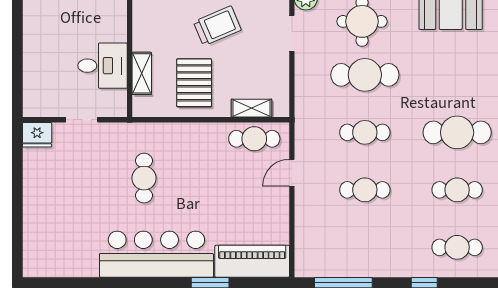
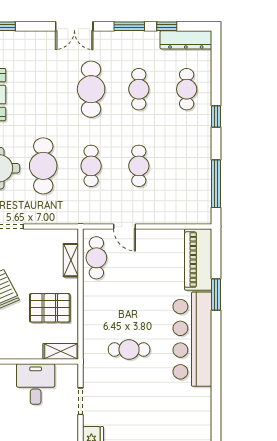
shelving: (142, 73) -> (61, 351), moved

